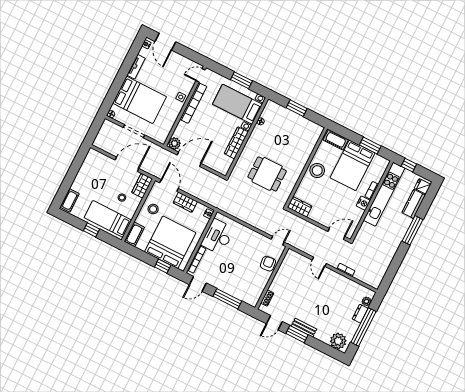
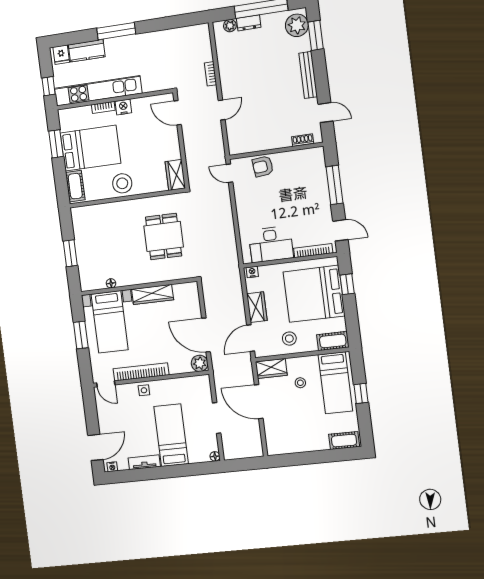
bed: (140, 100) -> (171, 435), width x0.67
bench: (304, 328) -> (308, 75), width x1.36
window: (297, 334) -> (316, 35), moved

